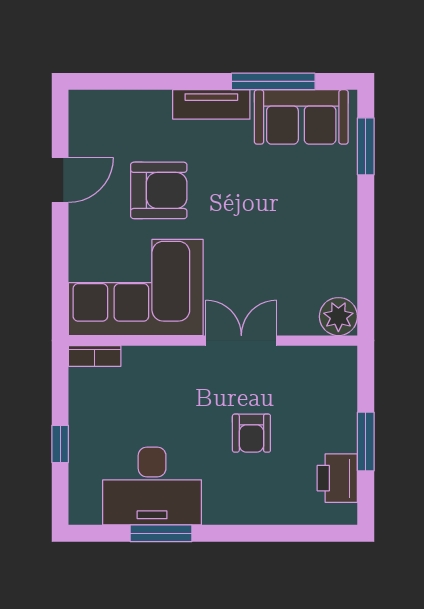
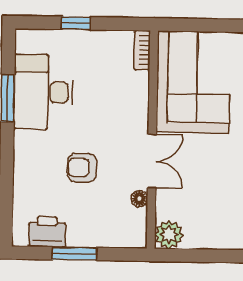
floor lamp: (291, 356) -> (139, 199), added

